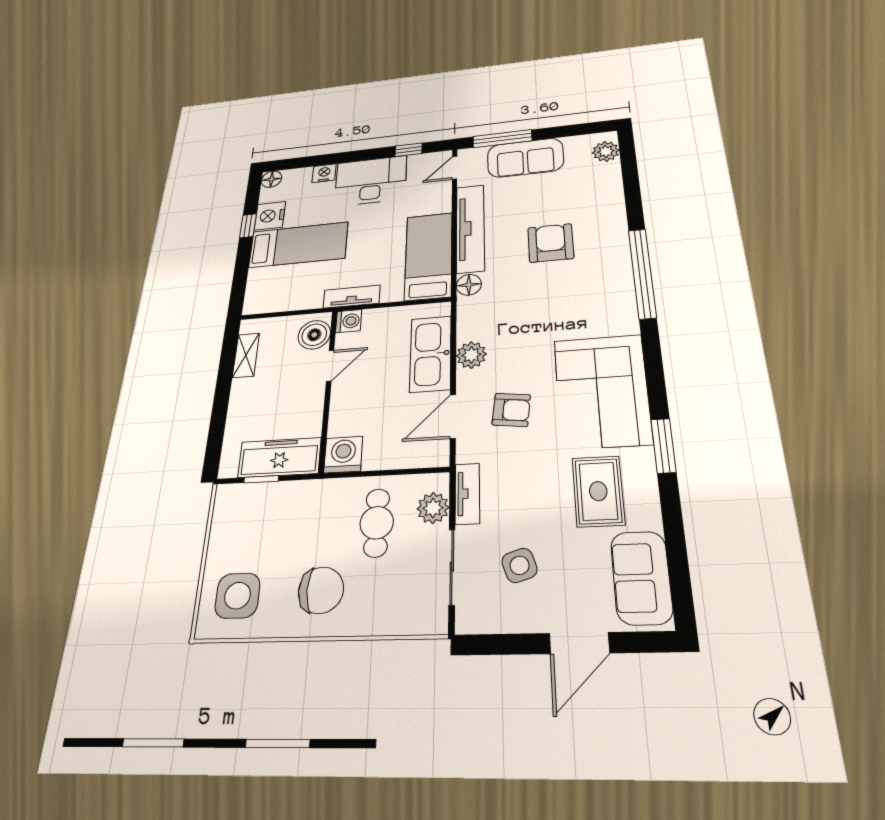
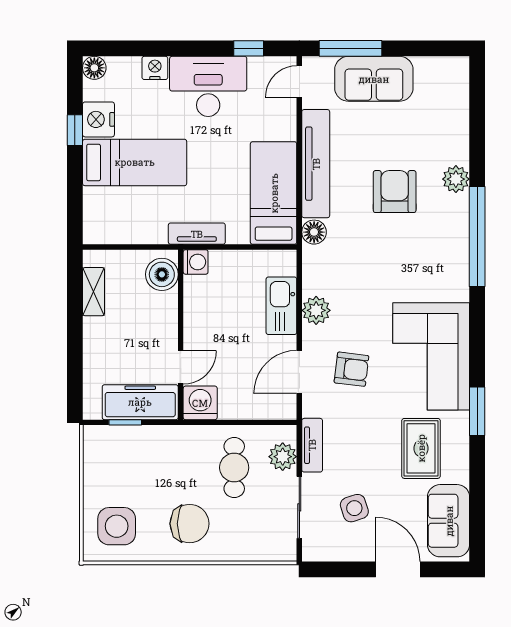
plant: (606, 151) -> (456, 179), moved
kitchen sink: (431, 354) -> (281, 306), width x0.73, depth x0.81
door: (330, 366) -> (181, 367), moved
door: (579, 643) -> (398, 569), swing flipped

